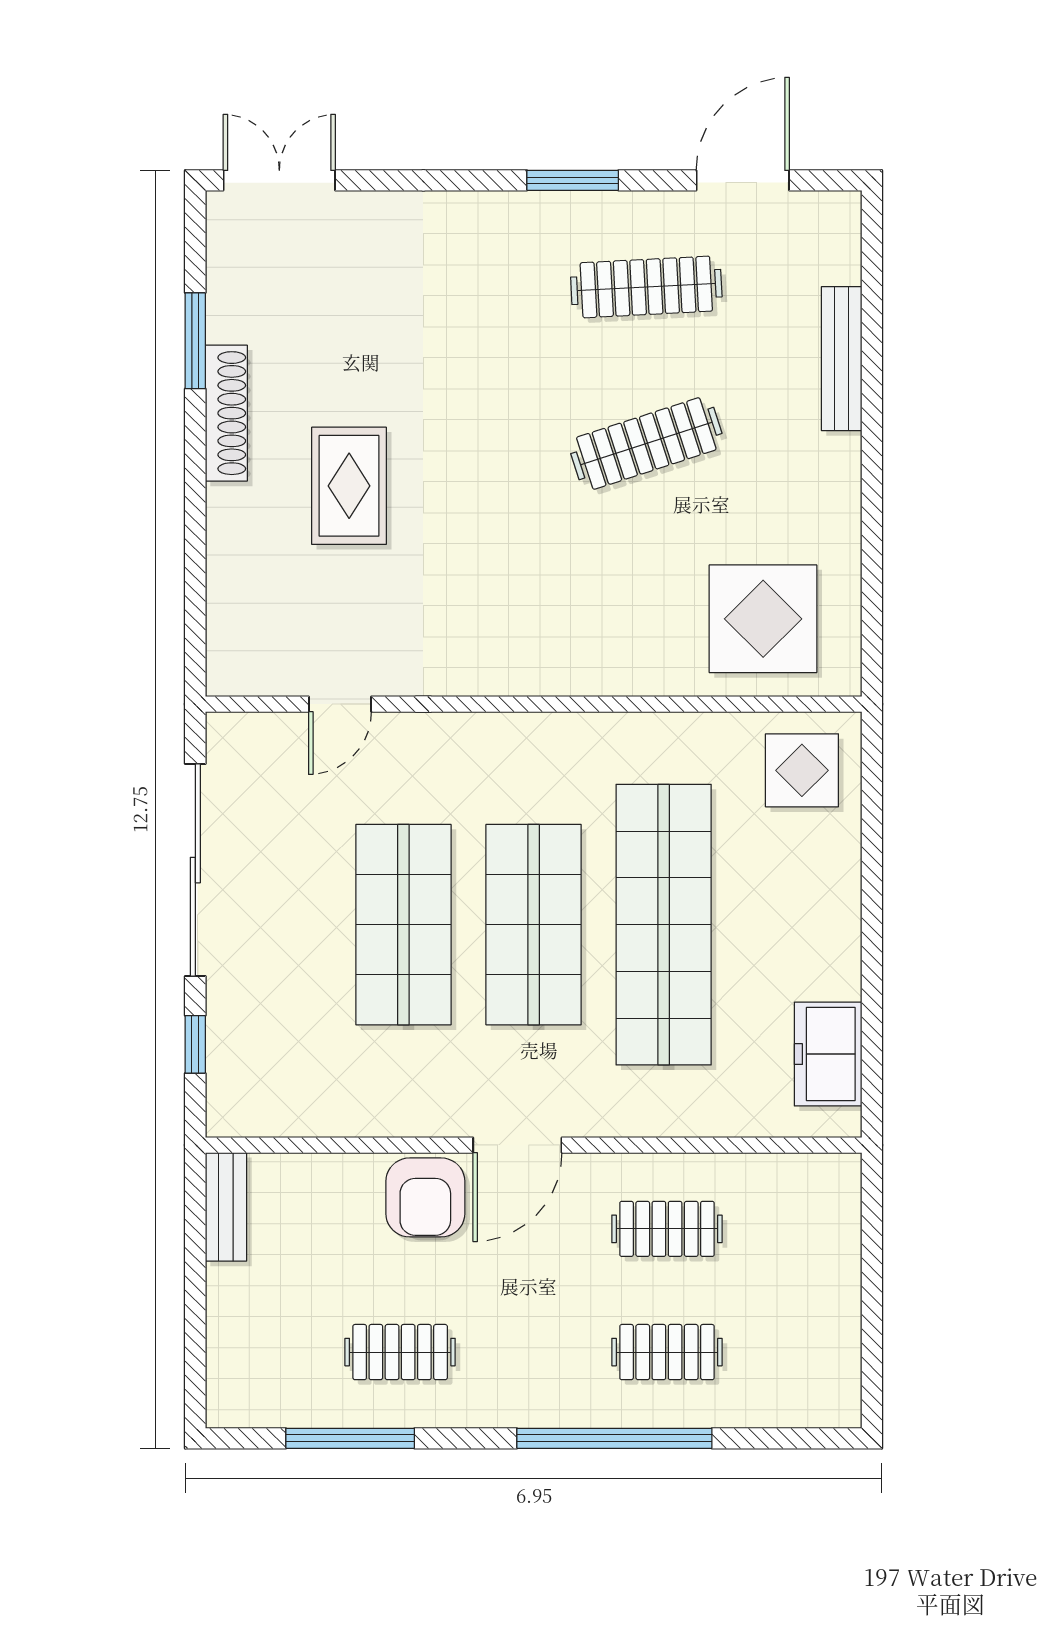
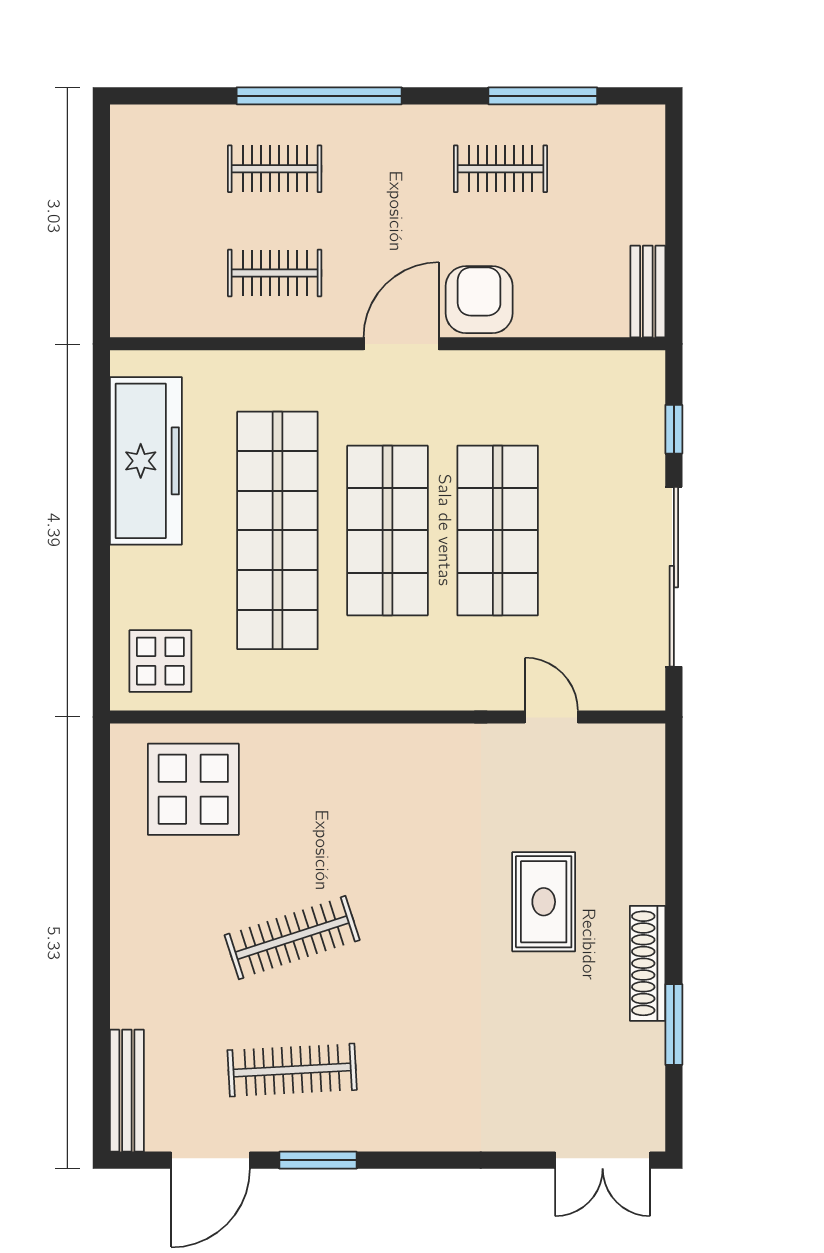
window: (573, 180) -> (318, 1160), moved
bench: (842, 359) -> (127, 1091), moved
door: (340, 704) -> (551, 717), hinge flipped
freezer: (828, 1054) -> (146, 461), width x1.91, depth x1.26

